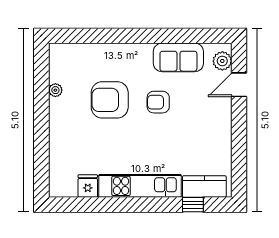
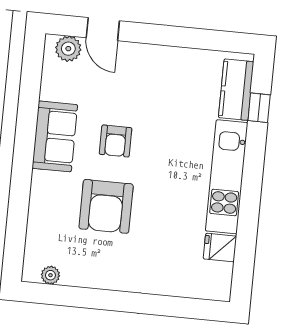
sofa: (178, 57) -> (55, 136), moved
plant: (55, 90) -> (50, 275), moved

